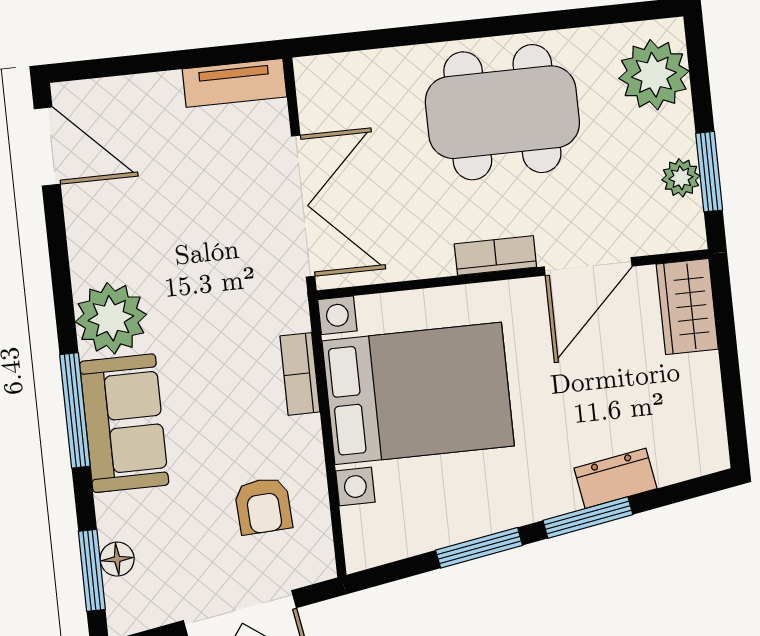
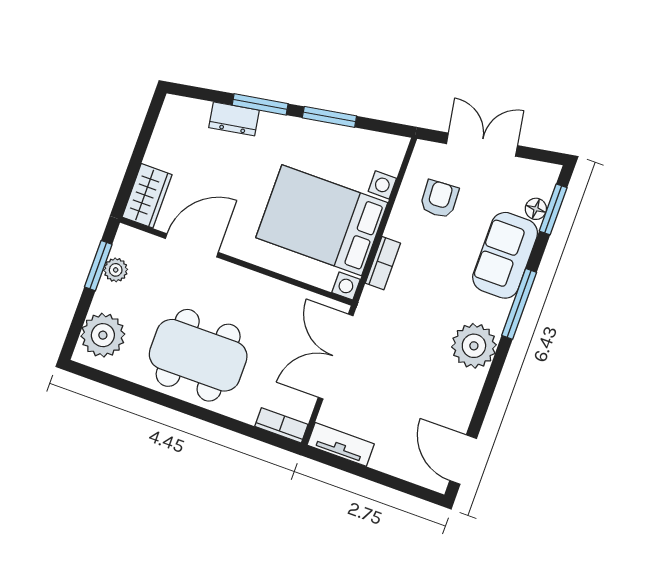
bookcase: (495, 256) -> (281, 425), moved, turned 180
sofa: (124, 423) -> (505, 255), moved

